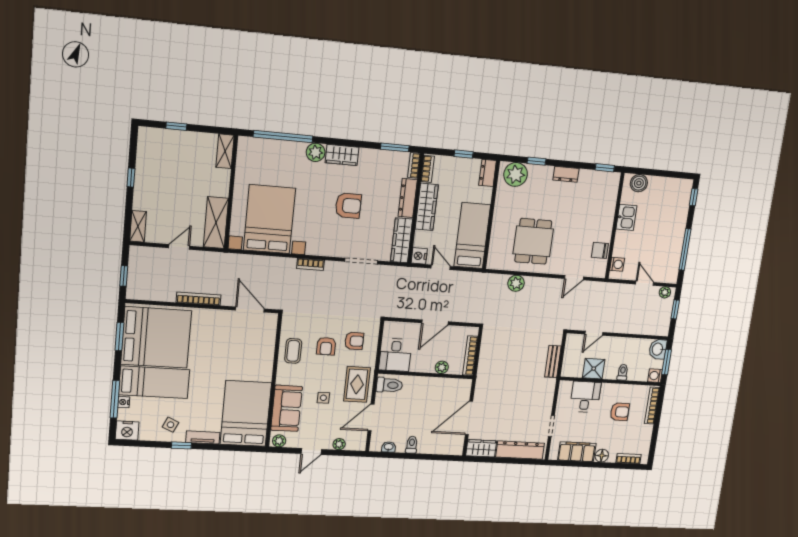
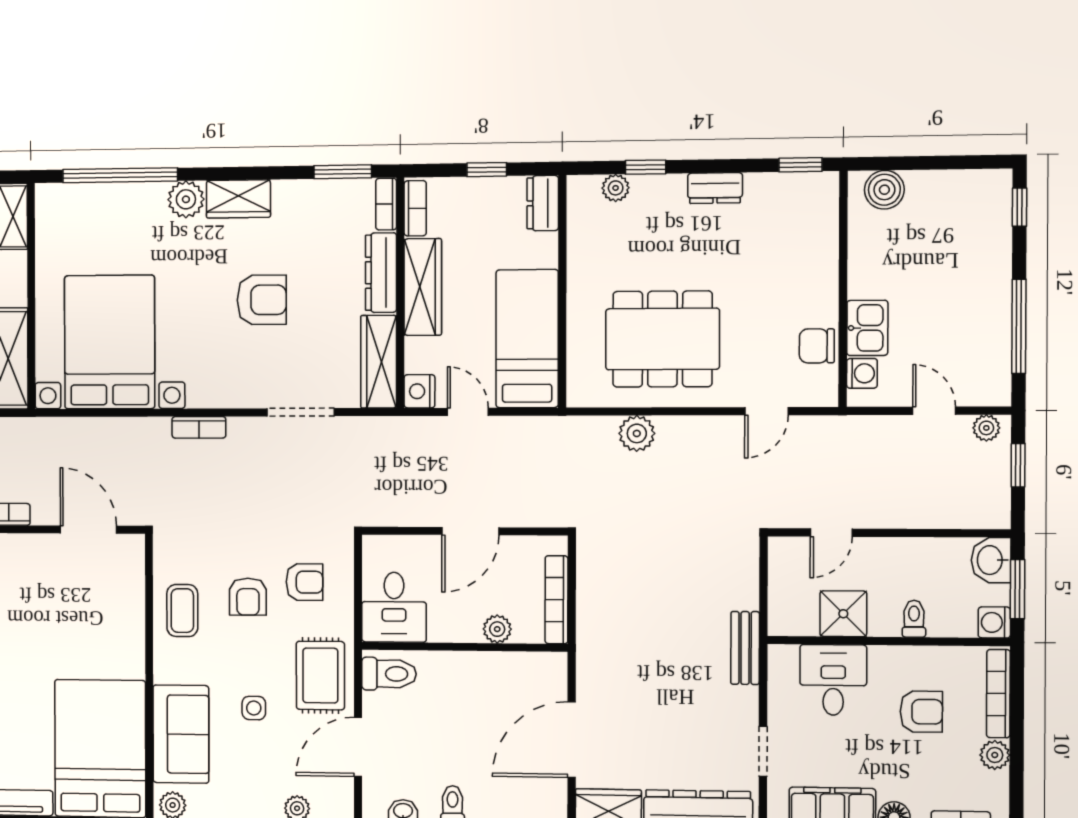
plant: (516, 174) -> (616, 188), width x0.53, depth x0.53
kitchen sink: (626, 217) -> (867, 328), moved
dining table: (533, 241) -> (662, 339), width x1.38
bench: (553, 361) -> (745, 648), moved
plant: (647, 431) -> (995, 755), added

